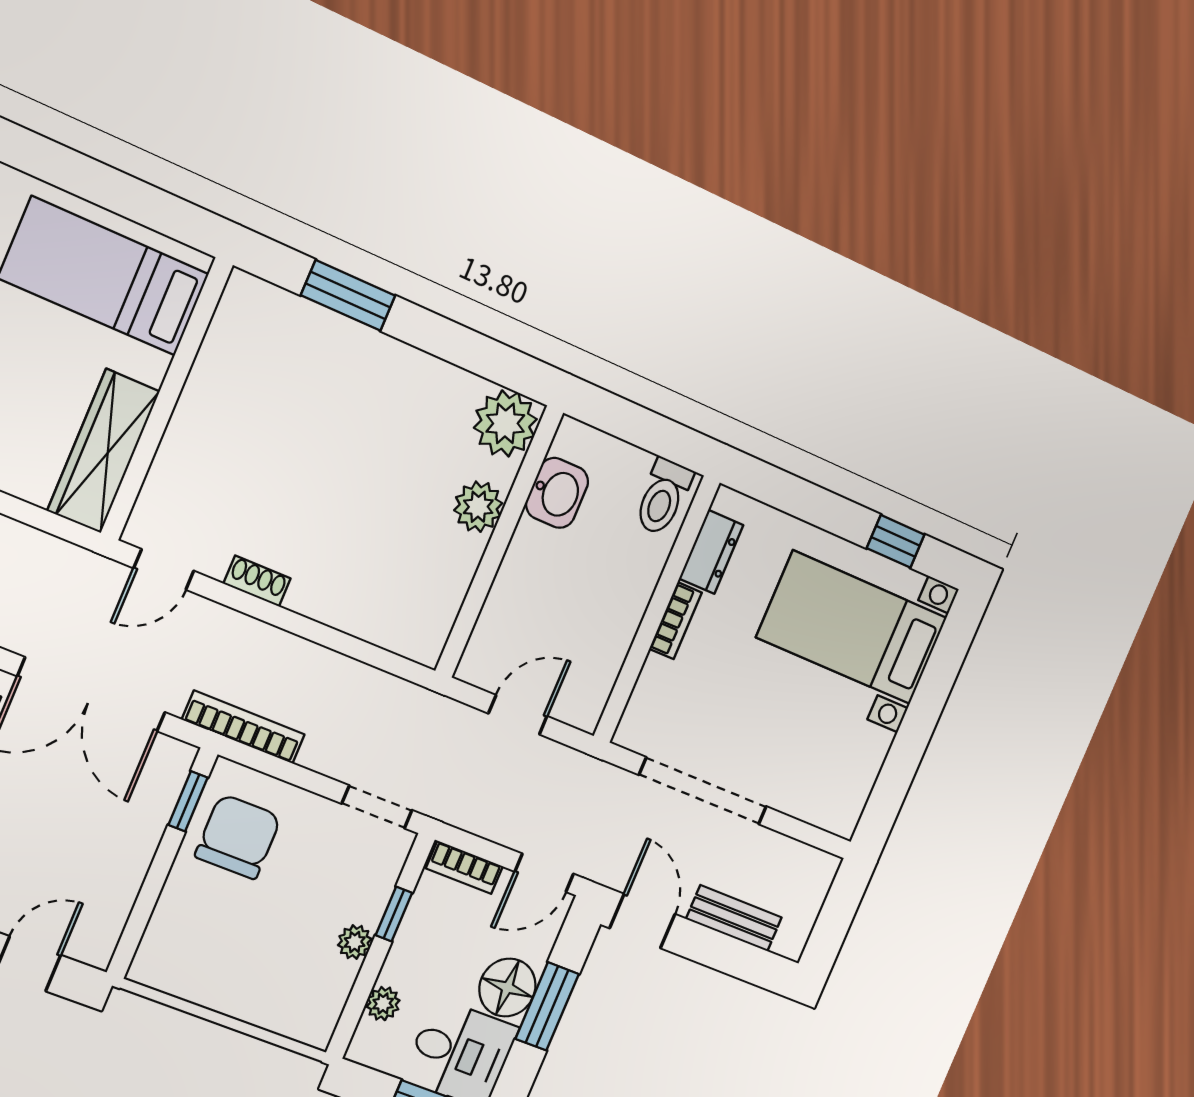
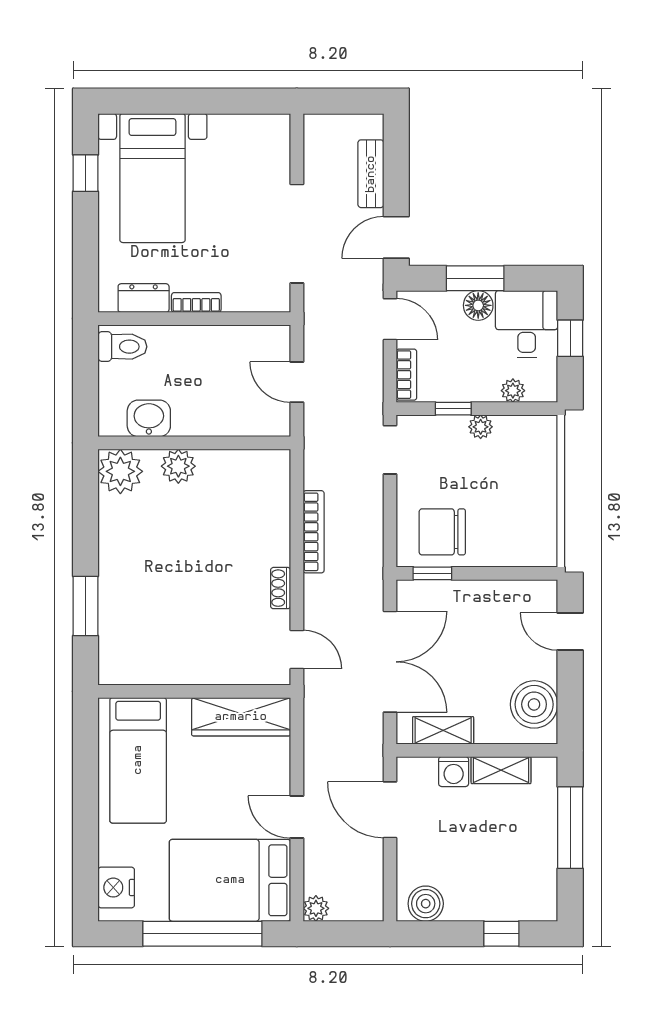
bookcase: (243, 727) -> (314, 532), moved, turned 180
floor lamp: (507, 988) -> (478, 305), width x0.73, depth x0.73

